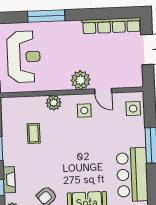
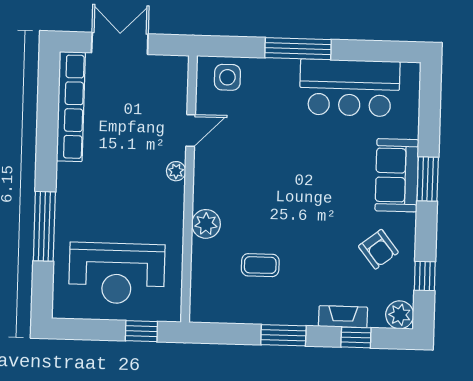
reception desk: (24, 57) -> (117, 273), turned 180
plant: (81, 80) -> (176, 171), width x0.53, depth x0.53
side table: (84, 110) -> (225, 168), removed

